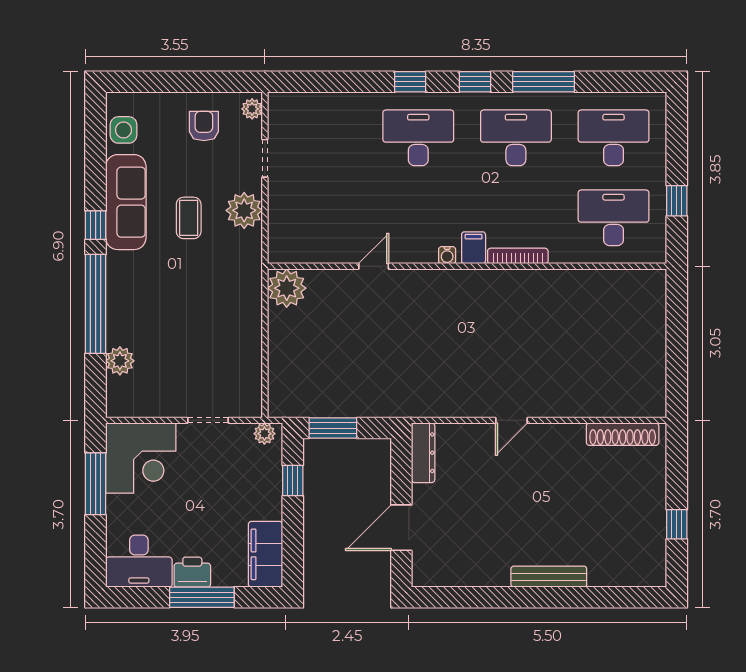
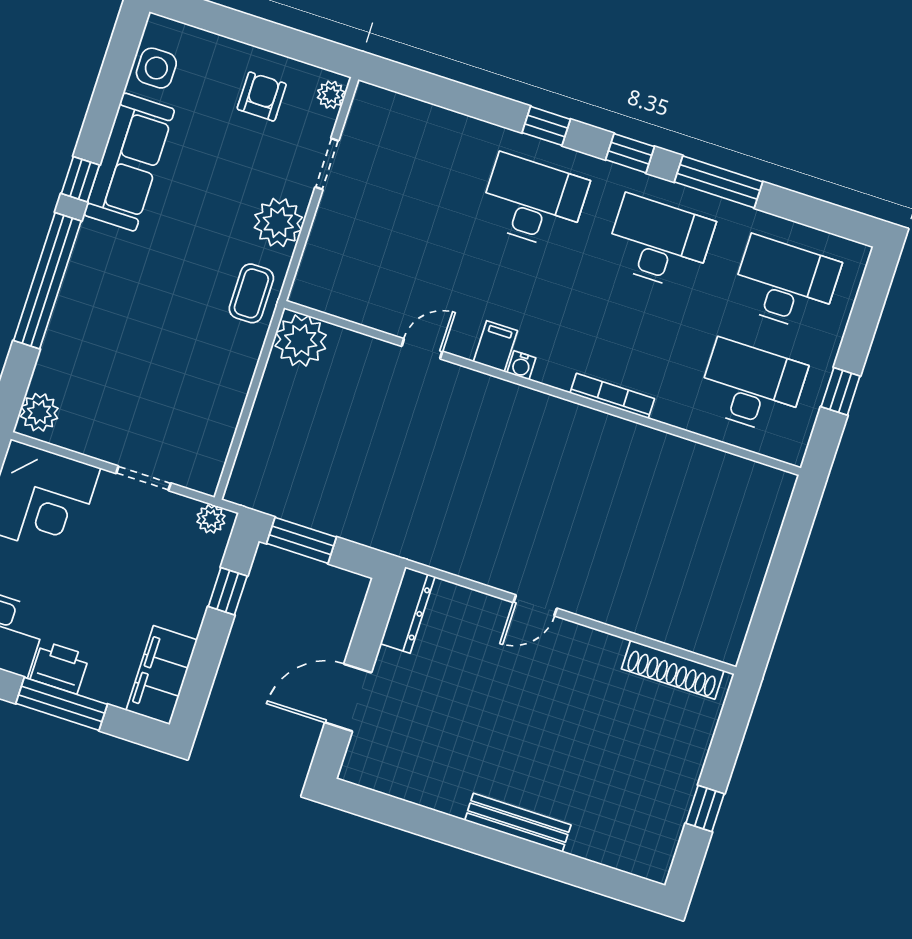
coffee table: (189, 218) -> (251, 293), moved
filing cabinet: (474, 248) -> (495, 346), moved
plant: (120, 361) -> (39, 412), moved

